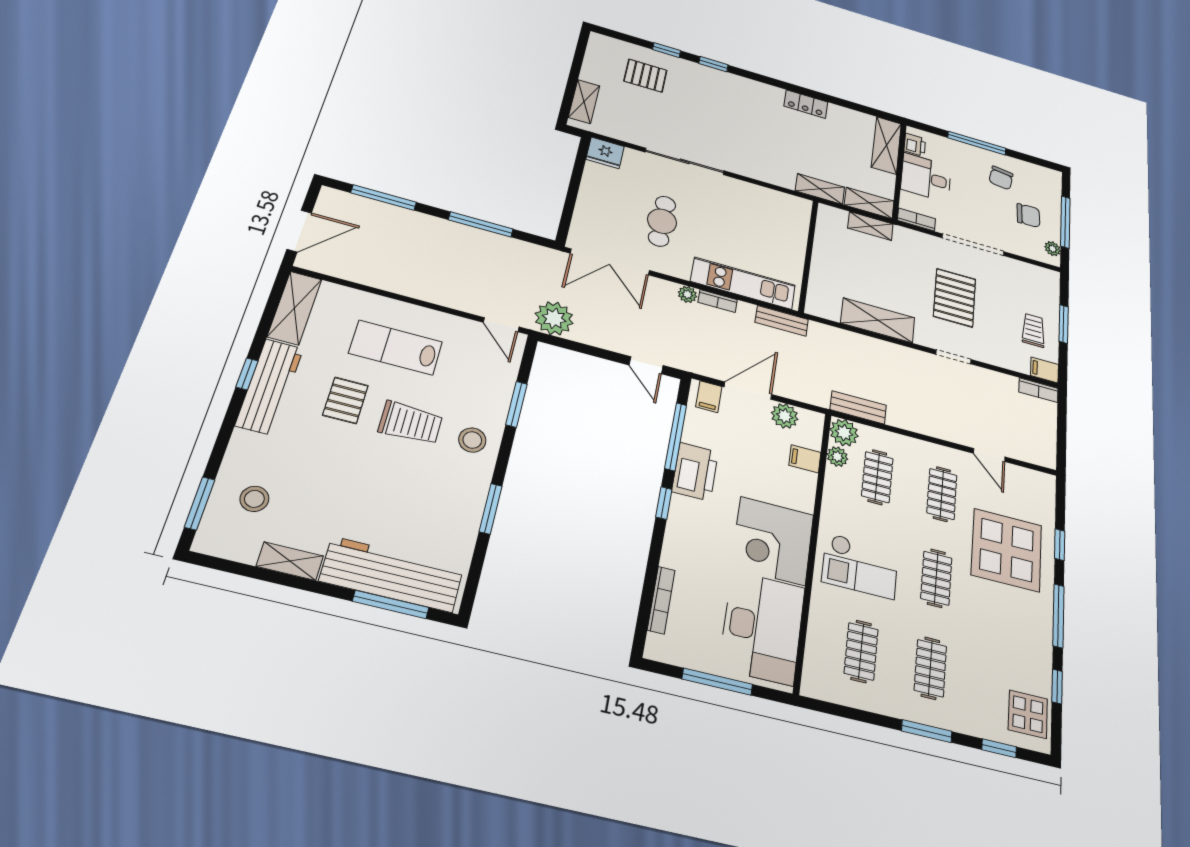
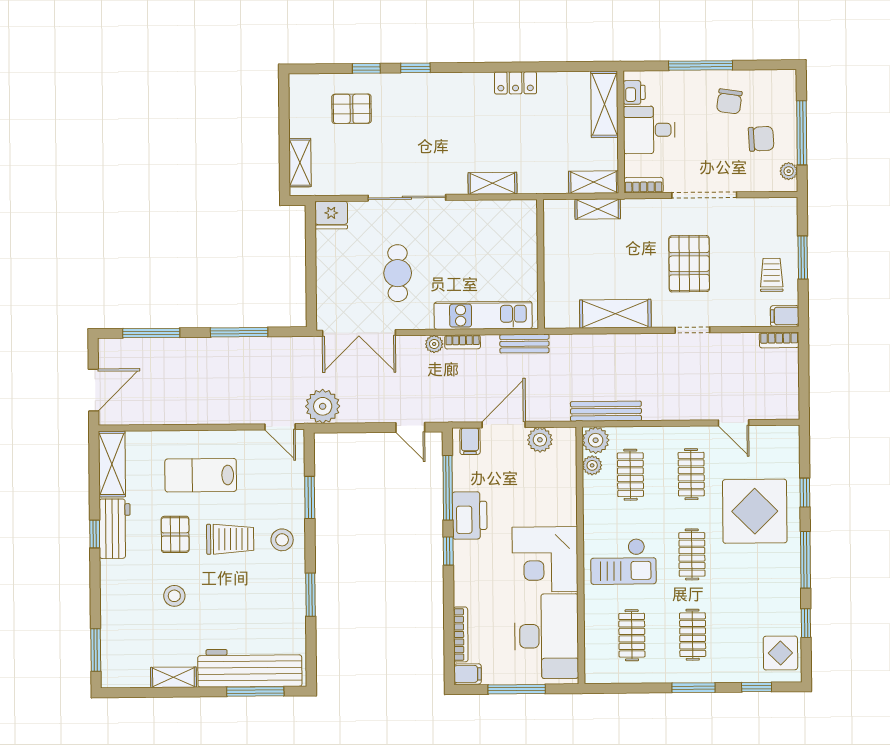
shelving: (820, 189) -> (492, 183), moved
workbench: (270, 387) -> (115, 529), width x0.73
bench: (858, 407) -> (606, 411), width x1.36
filing cabinet: (805, 459) -> (468, 674), moved, turned 180
stool: (254, 499) -> (174, 596), moved

